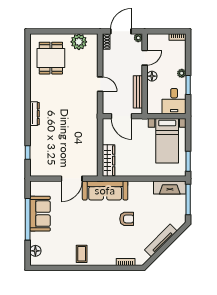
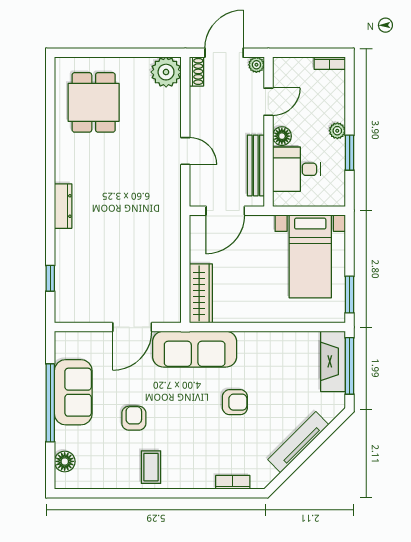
plant: (79, 42) -> (166, 72), moved
desk: (174, 101) -> (297, 169), moved, turned 90
door: (122, 116) -> (225, 211), hinge flipped
fireplace: (170, 188) -> (333, 361), moved, turned 90
armchair: (72, 228) -> (134, 418), added

